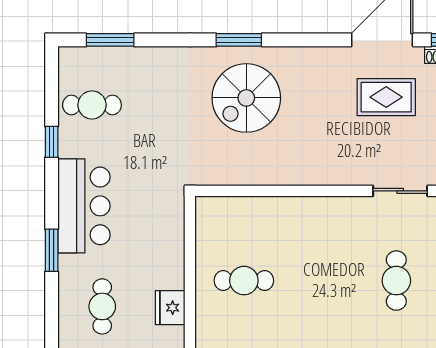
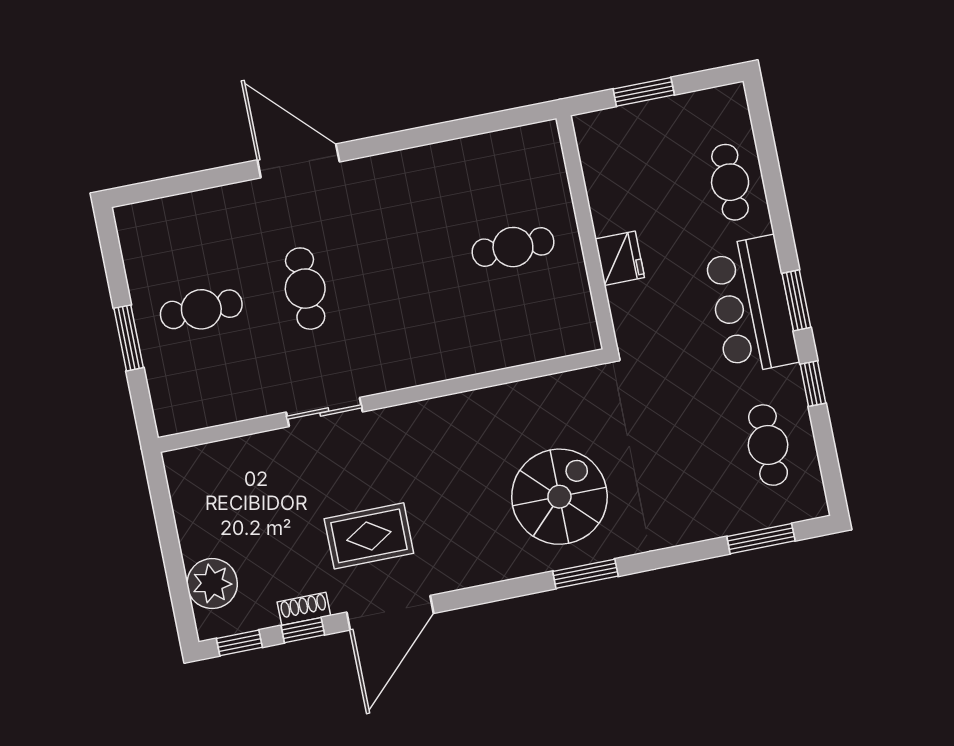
cafe table: (92, 105) -> (768, 445), turned 90
window: (52, 250) -> (796, 300), moved
cafe table: (102, 306) -> (730, 182), moved
fridge: (170, 308) -> (620, 258), moved

